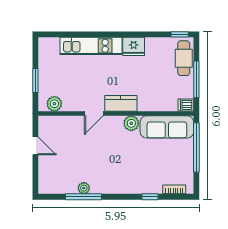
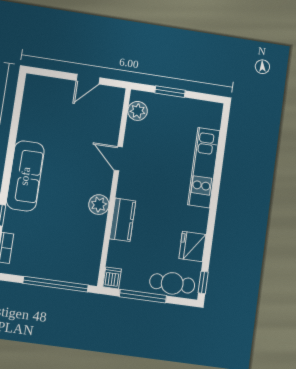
fridge: (134, 46) -> (192, 246), moved
kitchen counter: (121, 103) -> (123, 220), moved
sofa: (167, 127) -> (25, 176), moved, turned 180
plant: (84, 188) -> (25, 132), removed
window: (83, 197) -> (14, 130), removed

